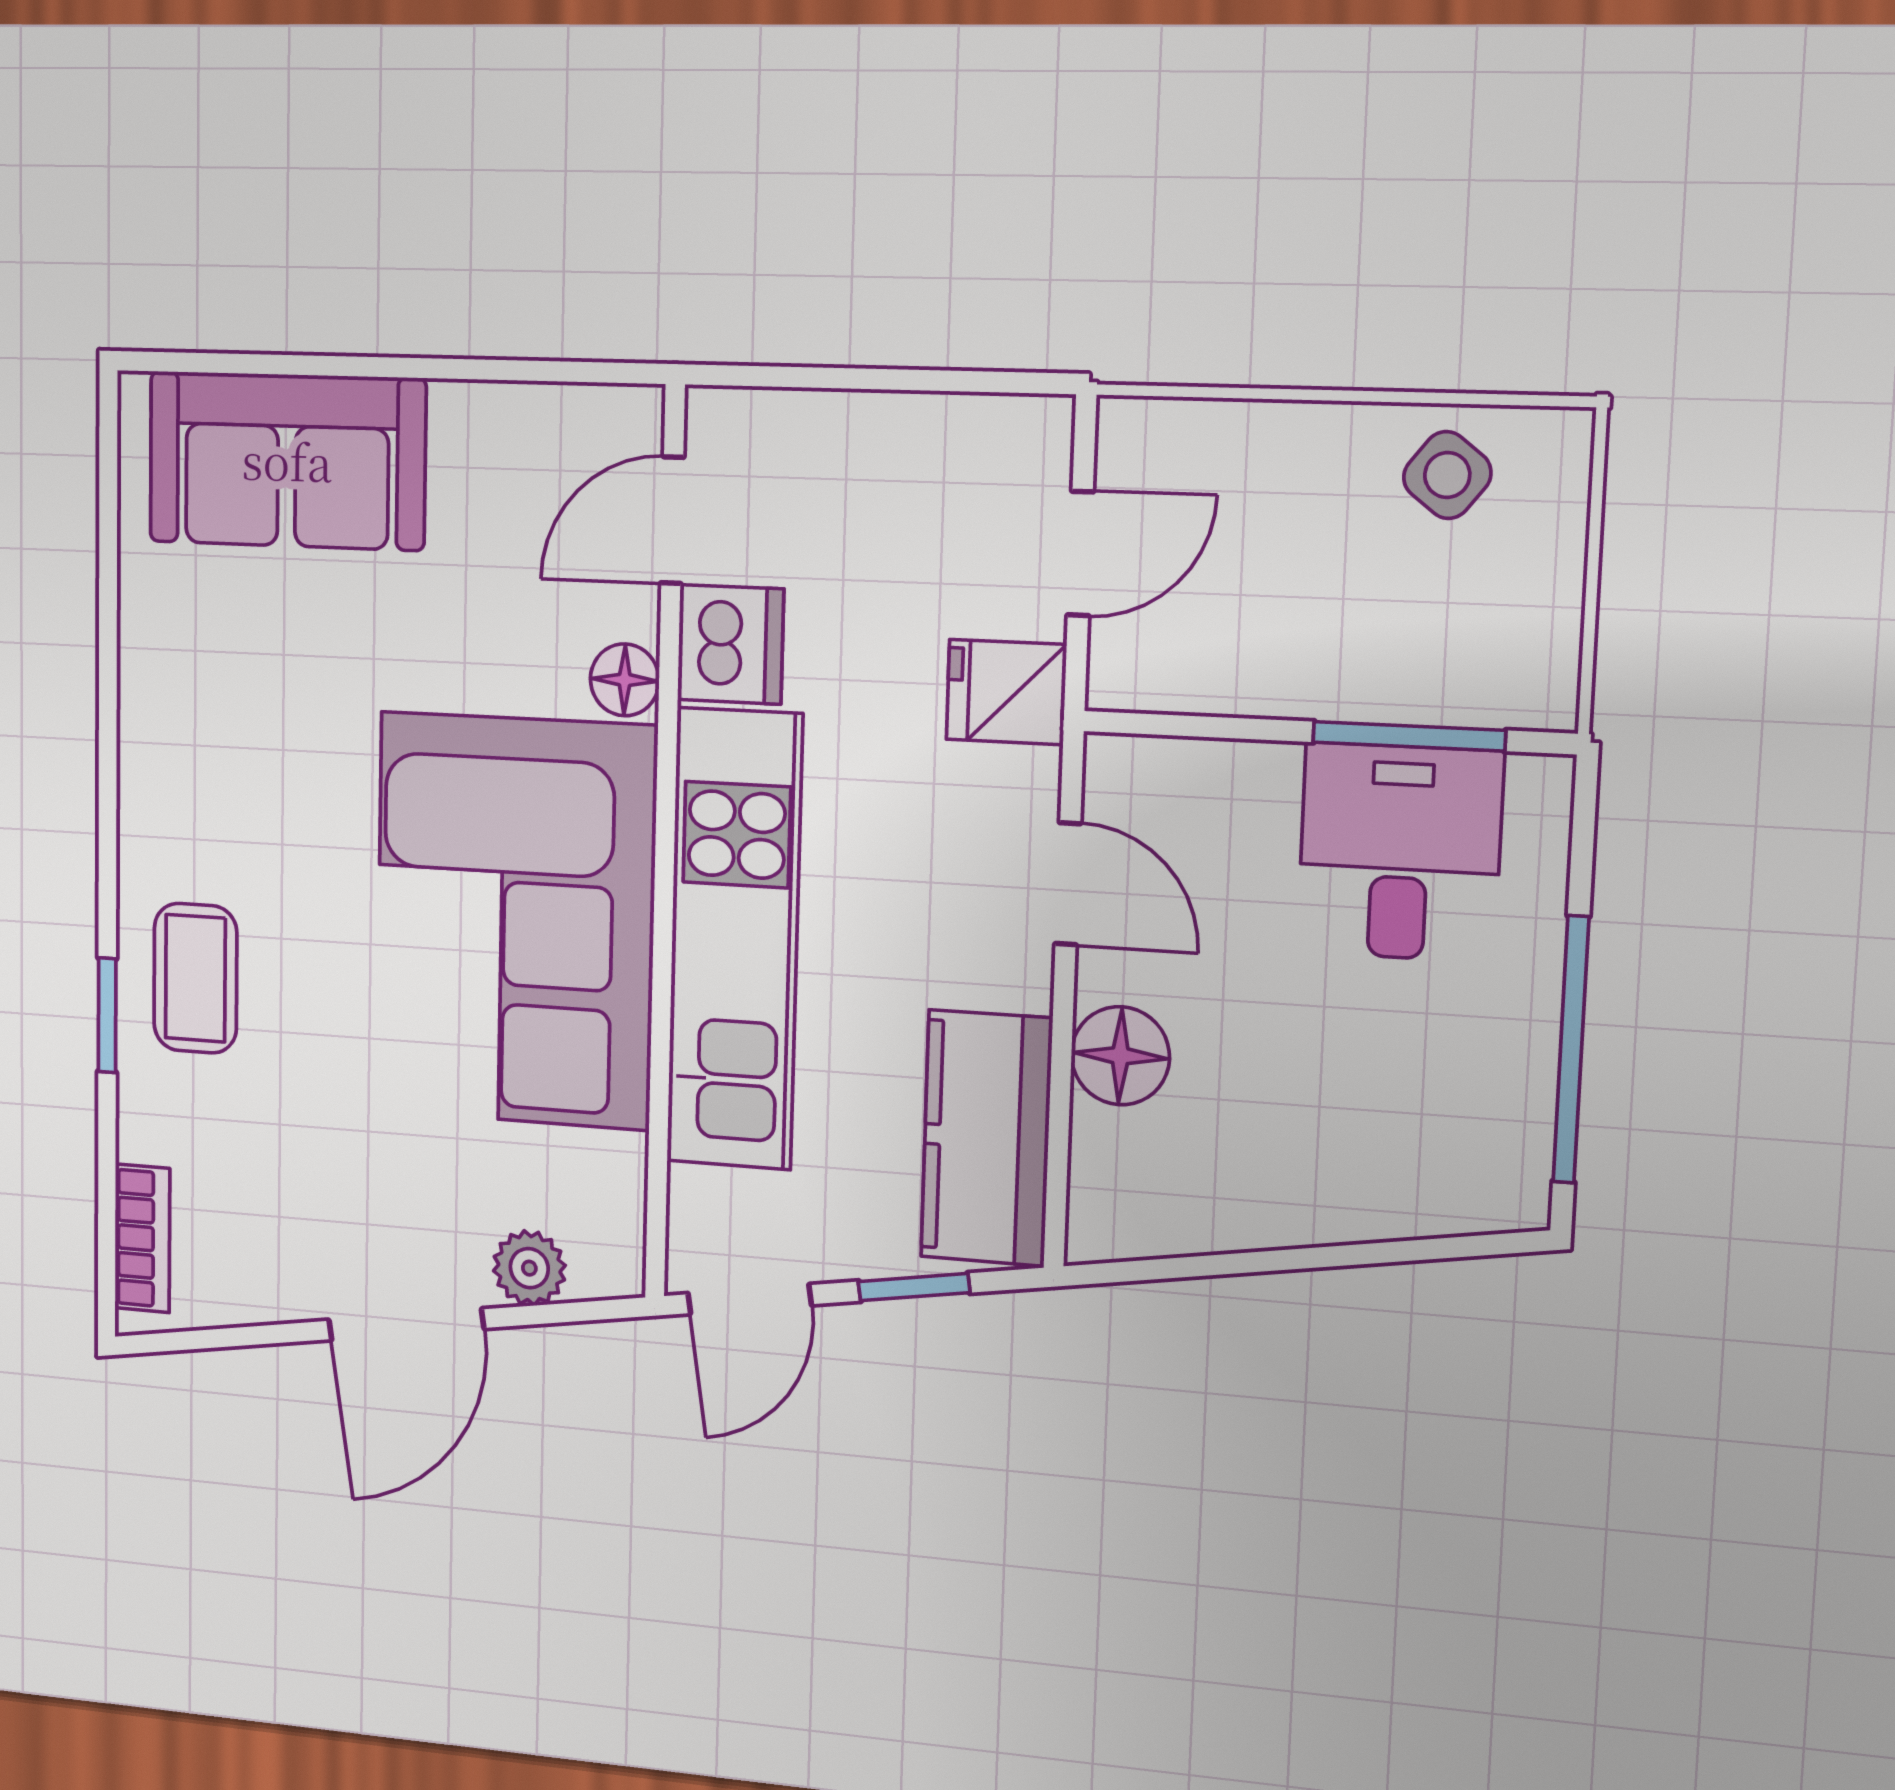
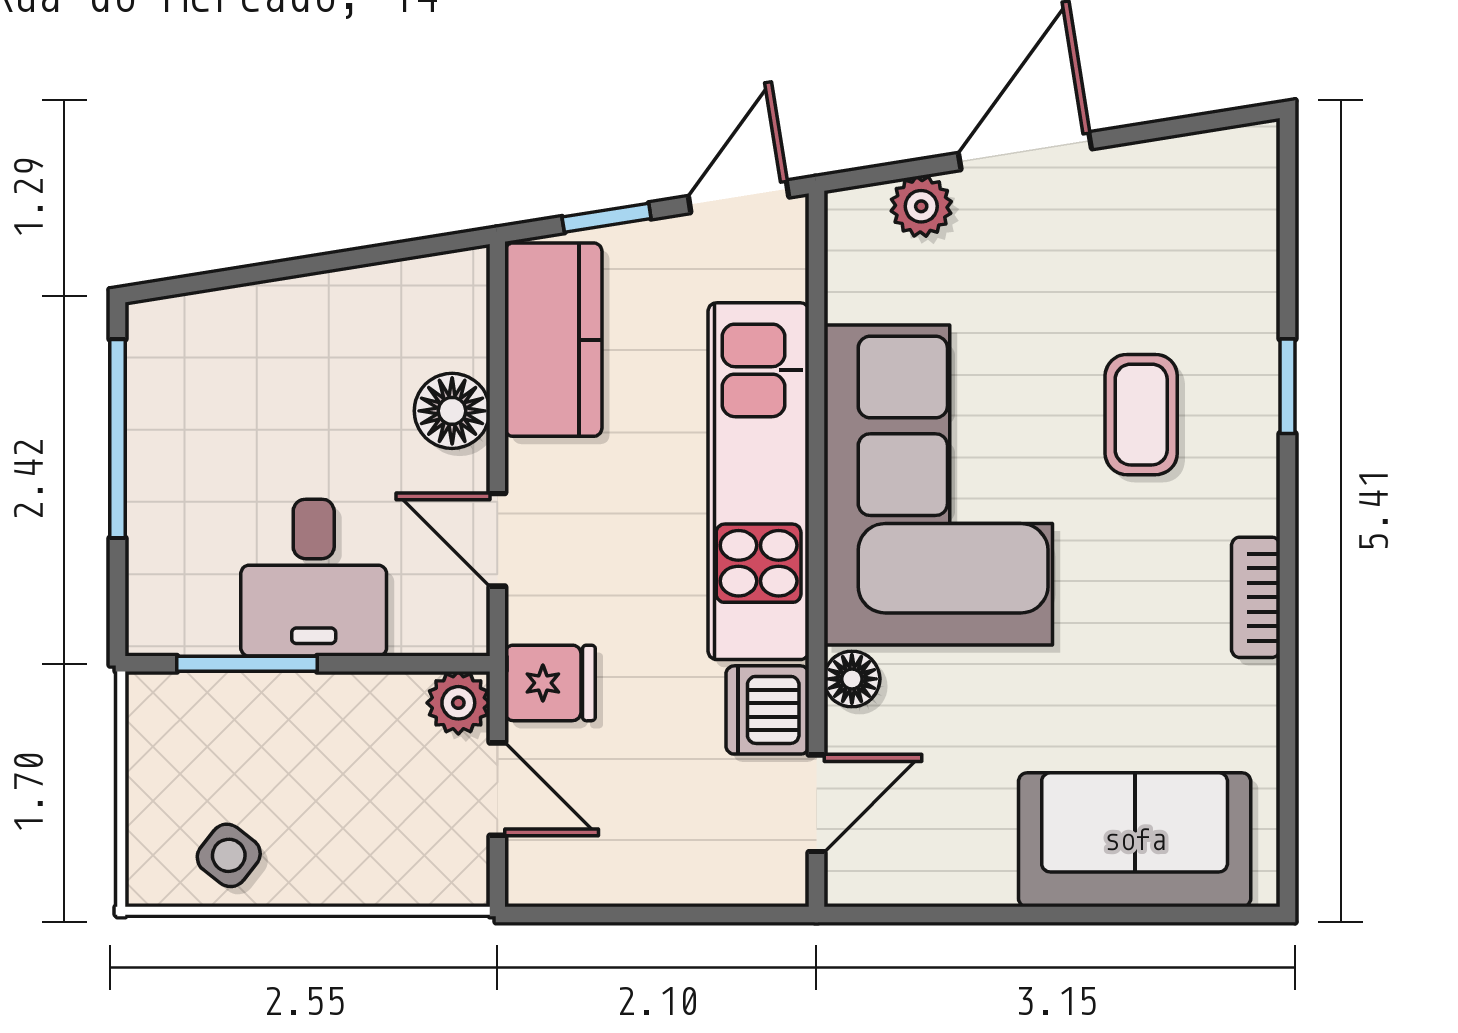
door: (1080, 554) -> (497, 789), swing flipped
plant: (1127, 671) -> (458, 703), added
desk: (1400, 852) -> (314, 578), moved
coffee table: (195, 978) -> (1141, 415), moved
bookcase: (142, 1238) -> (1256, 597), moved

